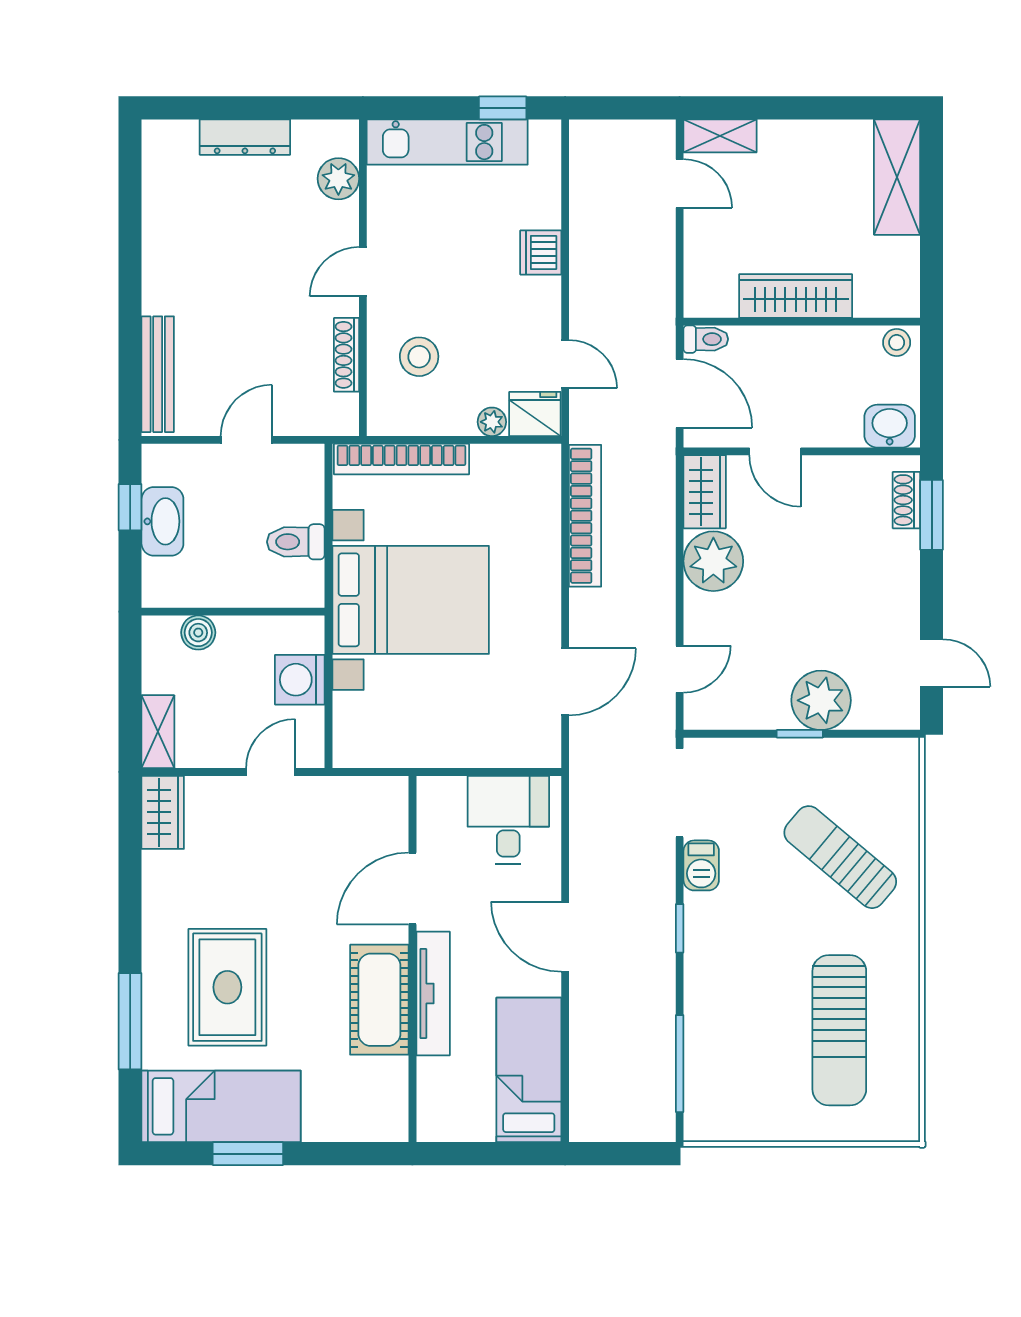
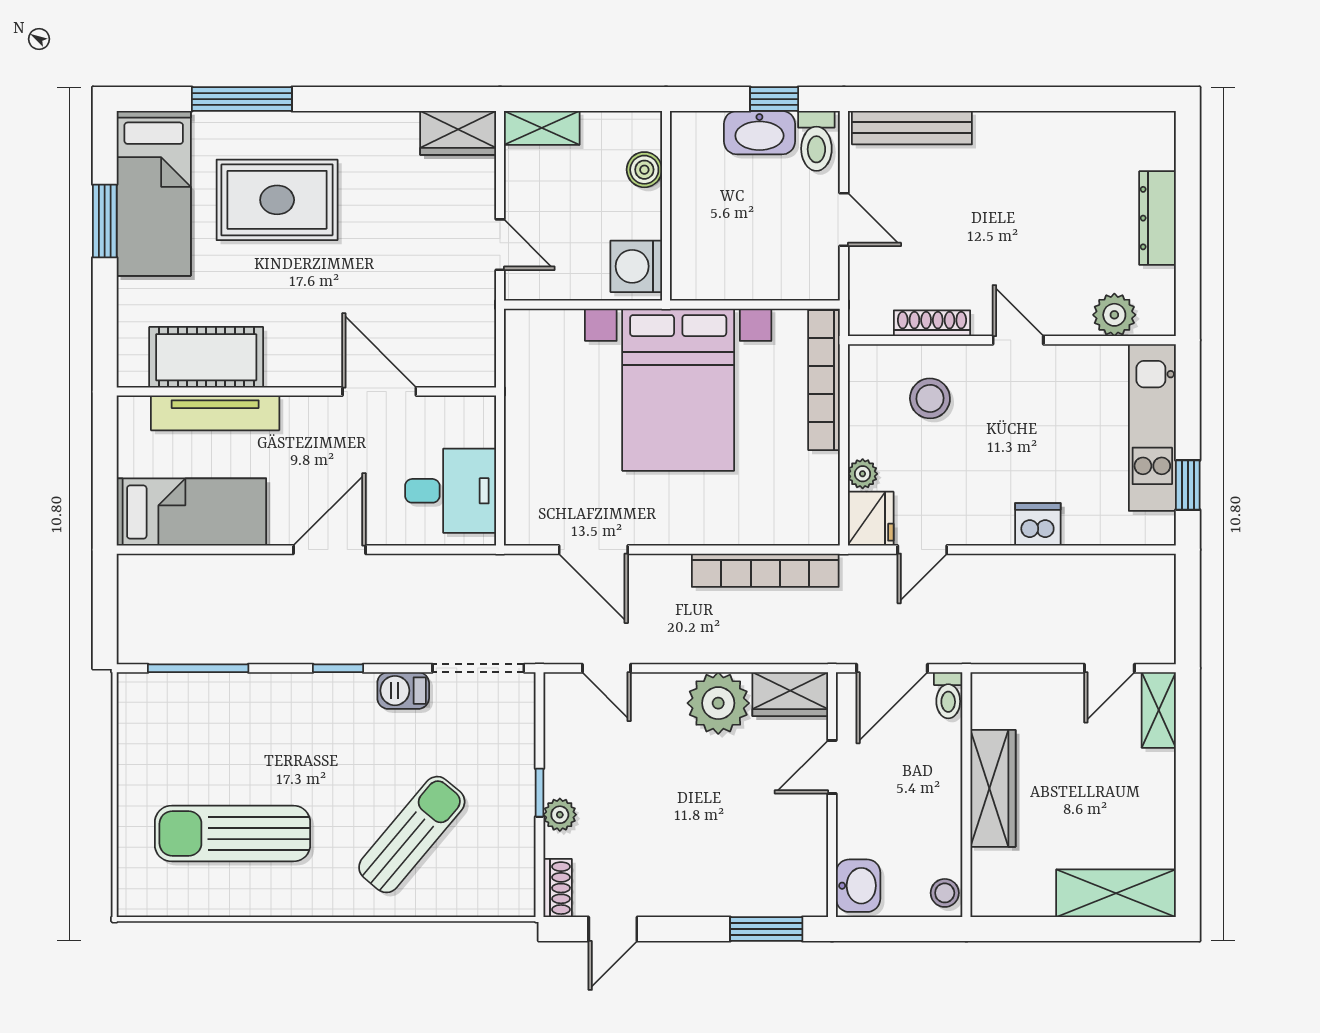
shoe rack: (906, 500) -> (558, 888), moved, turned 90
toilet: (296, 542) -> (816, 141), moved, turned 180
washing machine: (300, 680) -> (636, 266), moved, turned -90
plant: (821, 700) -> (560, 815), width x0.53, depth x0.53
tv unit: (433, 994) -> (215, 413), moved
cot: (379, 1000) -> (206, 357), moved

